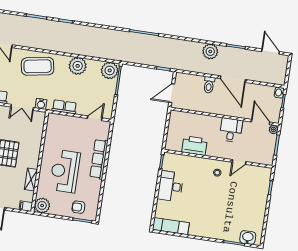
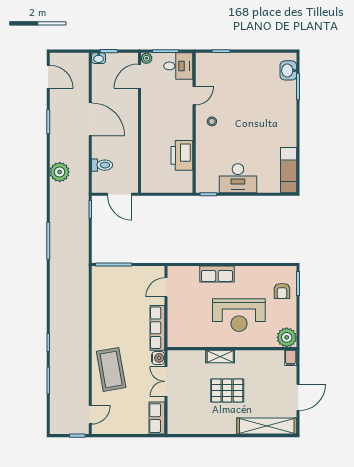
plant: (210, 51) -> (60, 172), moved
door: (271, 52) -> (48, 77), swing flipped
plant: (78, 66) -> (103, 319), removed
plant: (110, 70) -> (103, 277), removed
door: (233, 79) -> (90, 119), hinge flipped
toilet: (209, 85) -> (102, 165), moved
double door: (22, 107) -> (166, 381), swing flipped
row of seats: (64, 107) -> (157, 328), width x1.48
door: (95, 118) -> (166, 287), hinge flipped
desk: (231, 130) -> (178, 66), moved, turned 180
row of seats: (99, 159) -> (217, 274), width x0.68
door: (239, 162) -> (194, 96), hinge flipped
shelving: (31, 179) -> (220, 356), moved

